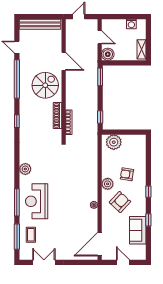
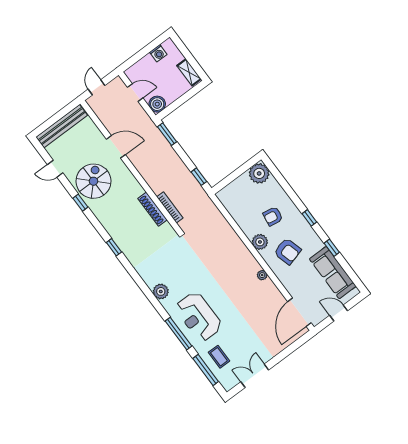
window: (17, 79) -> (80, 203), width x0.32
spiral stairs: (45, 85) -> (93, 181), moved
plant: (114, 142) -> (259, 173), moved
armchair: (120, 202) -> (287, 251), turned 121
sofa: (138, 230) -> (333, 273), width x1.36

